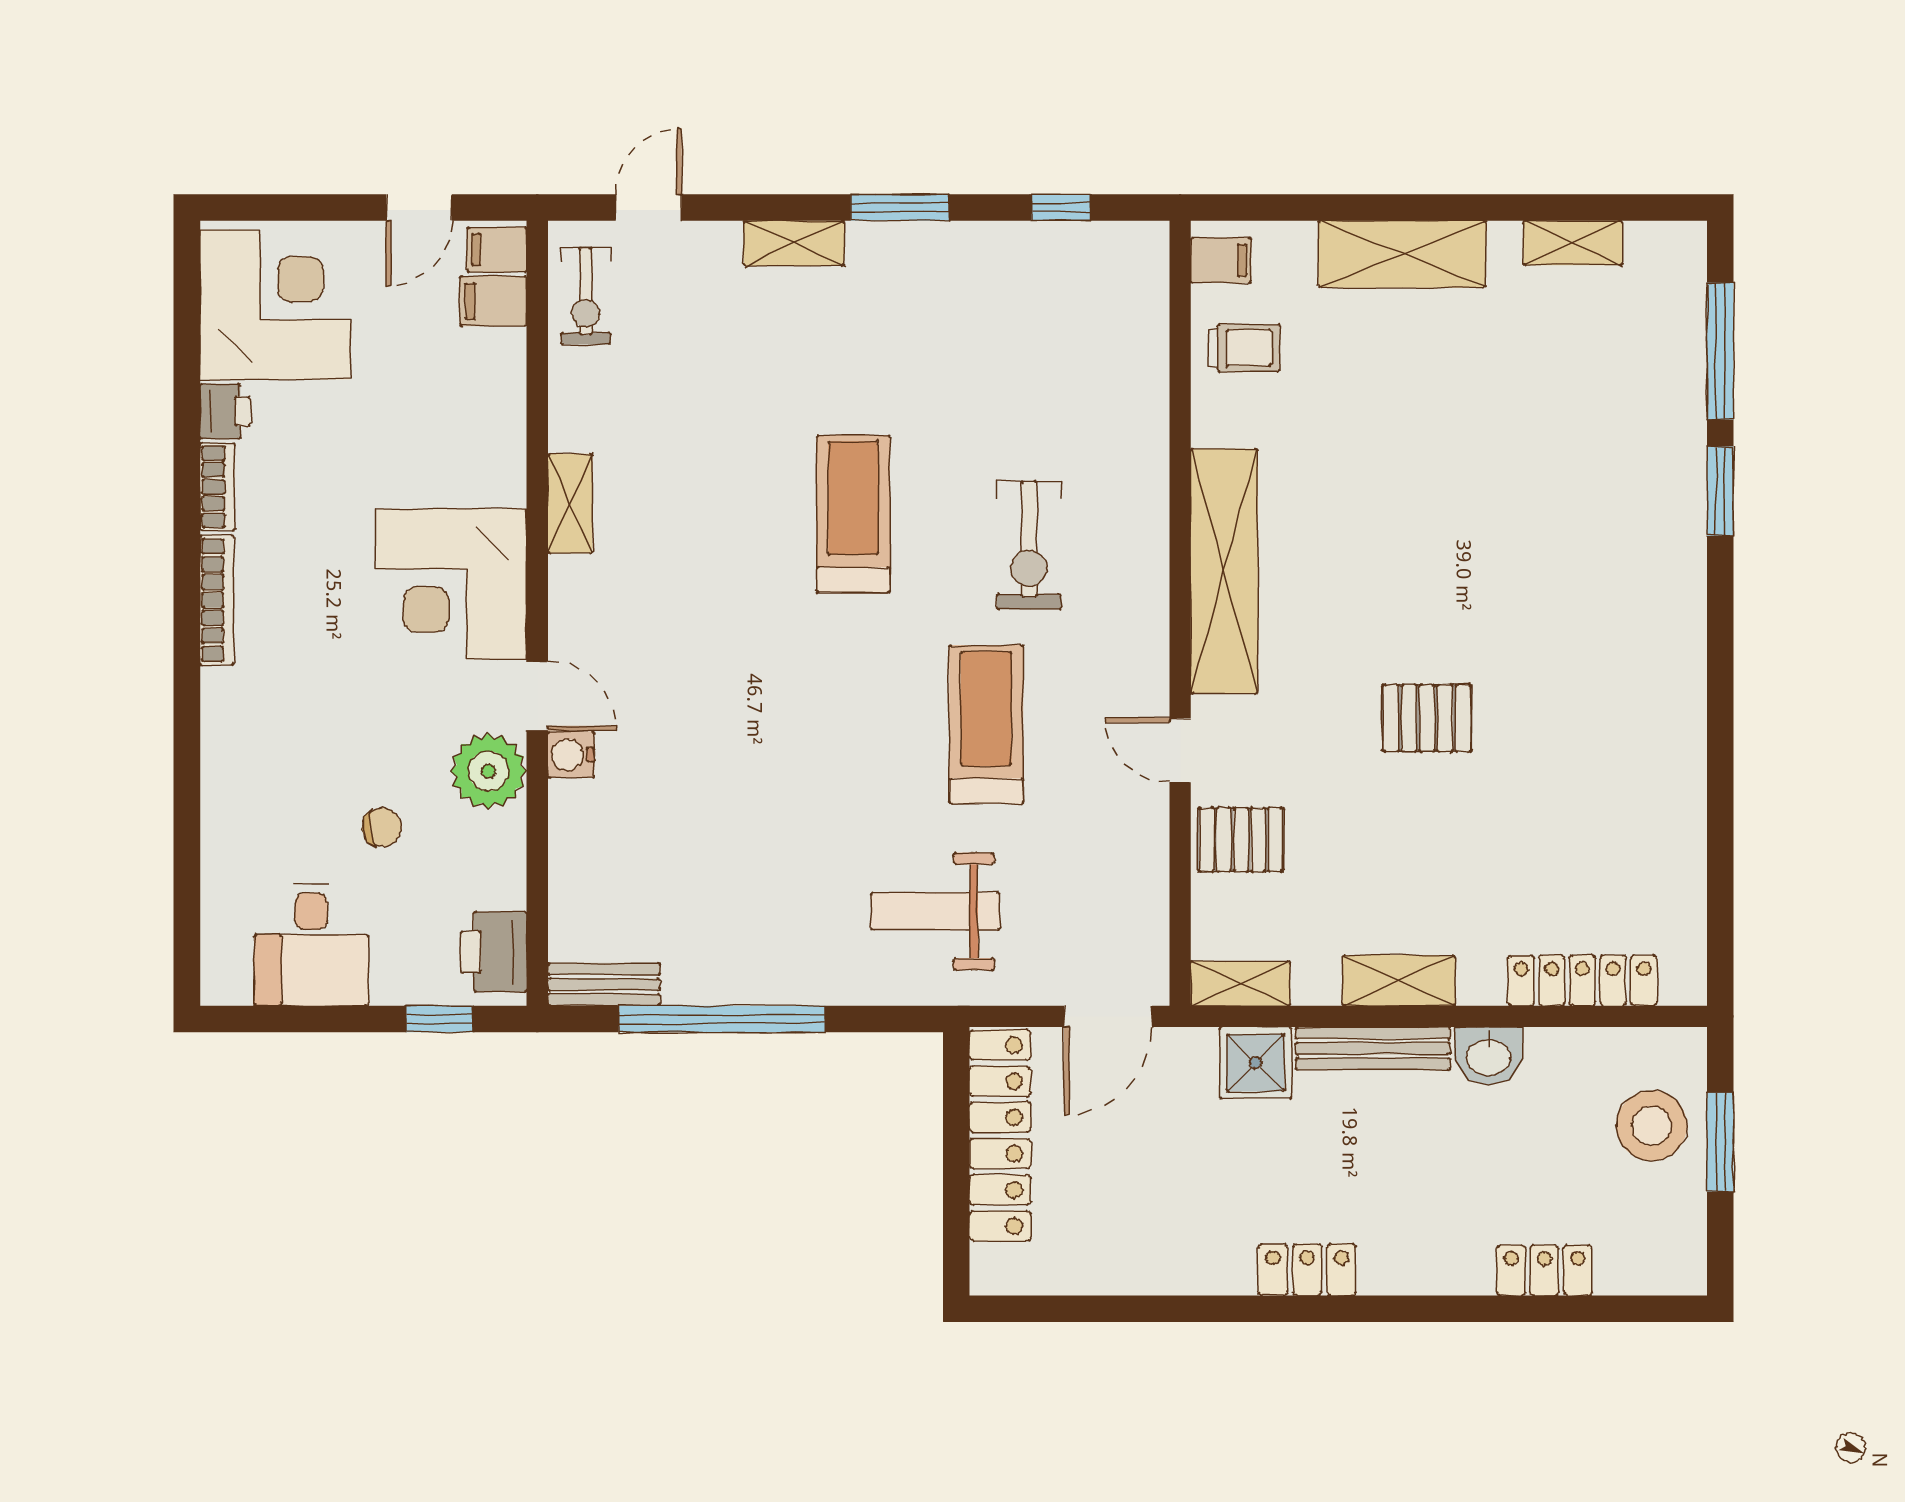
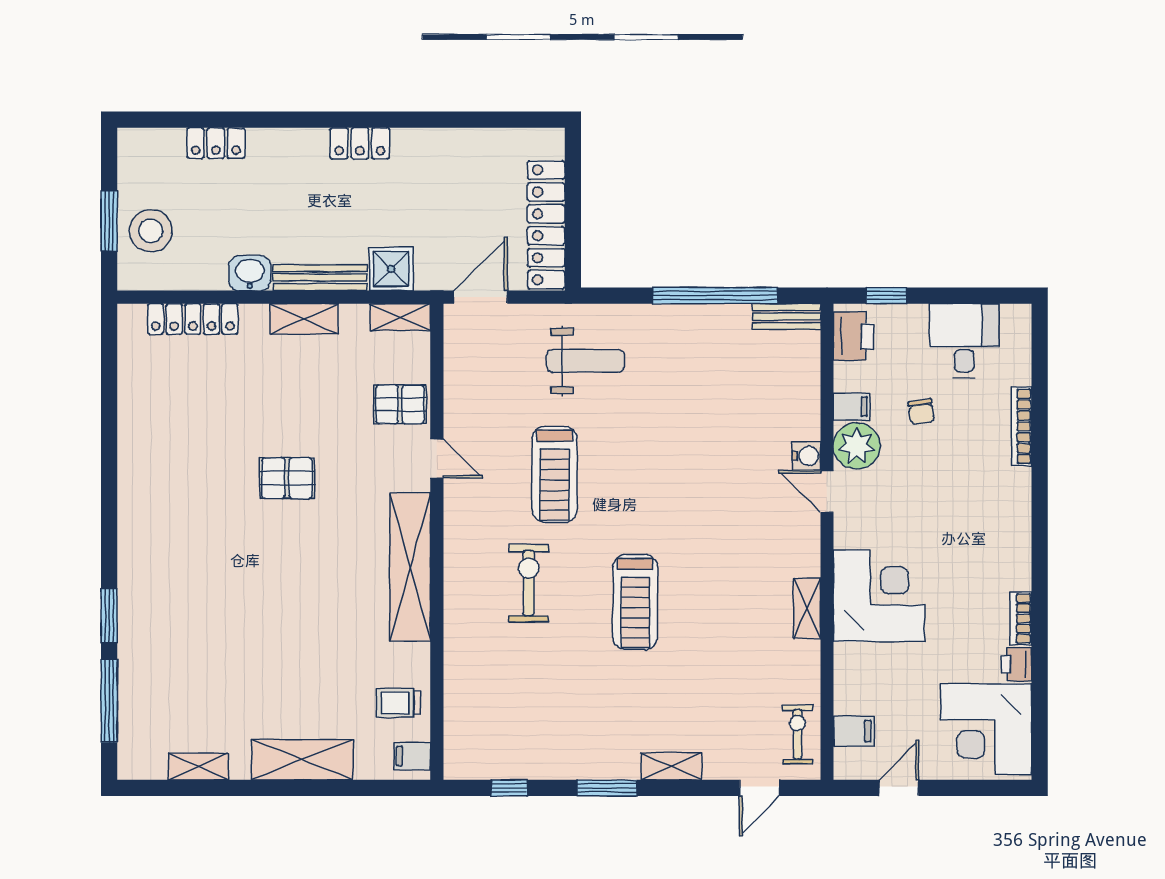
filing cabinet: (497, 250) -> (851, 407), moved
corner desk: (452, 584) -> (879, 596), moved
bookcase: (217, 600) -> (1021, 426), moved
chair: (382, 827) -> (921, 412), turned -90

